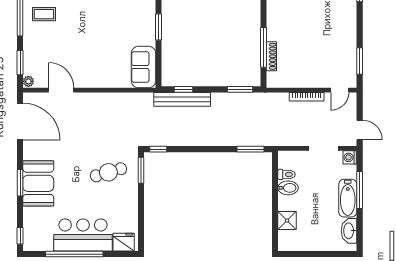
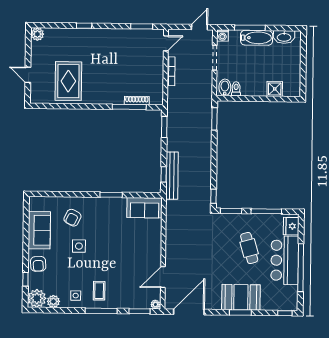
door: (340, 90) -> (166, 43), hinge flipped
cafe table: (108, 172) -> (249, 248), moved
bidet: (288, 188) -> (225, 87), moved
window: (141, 212) -> (266, 211), added

